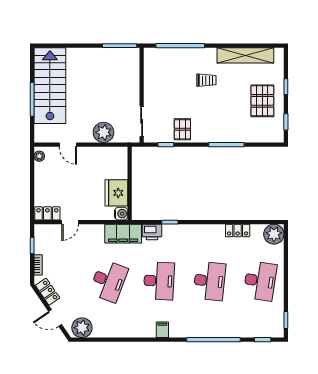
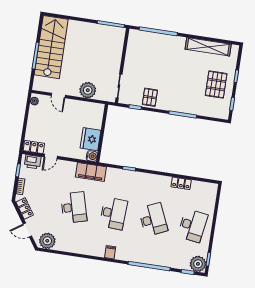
trolley: (206, 80) -> (175, 61), removed
printer: (152, 232) -> (33, 162), moved
plant: (274, 234) -> (198, 264), moved
desk: (109, 281) -> (74, 207), turned -36
desk: (210, 281) -> (153, 219), turned -30

